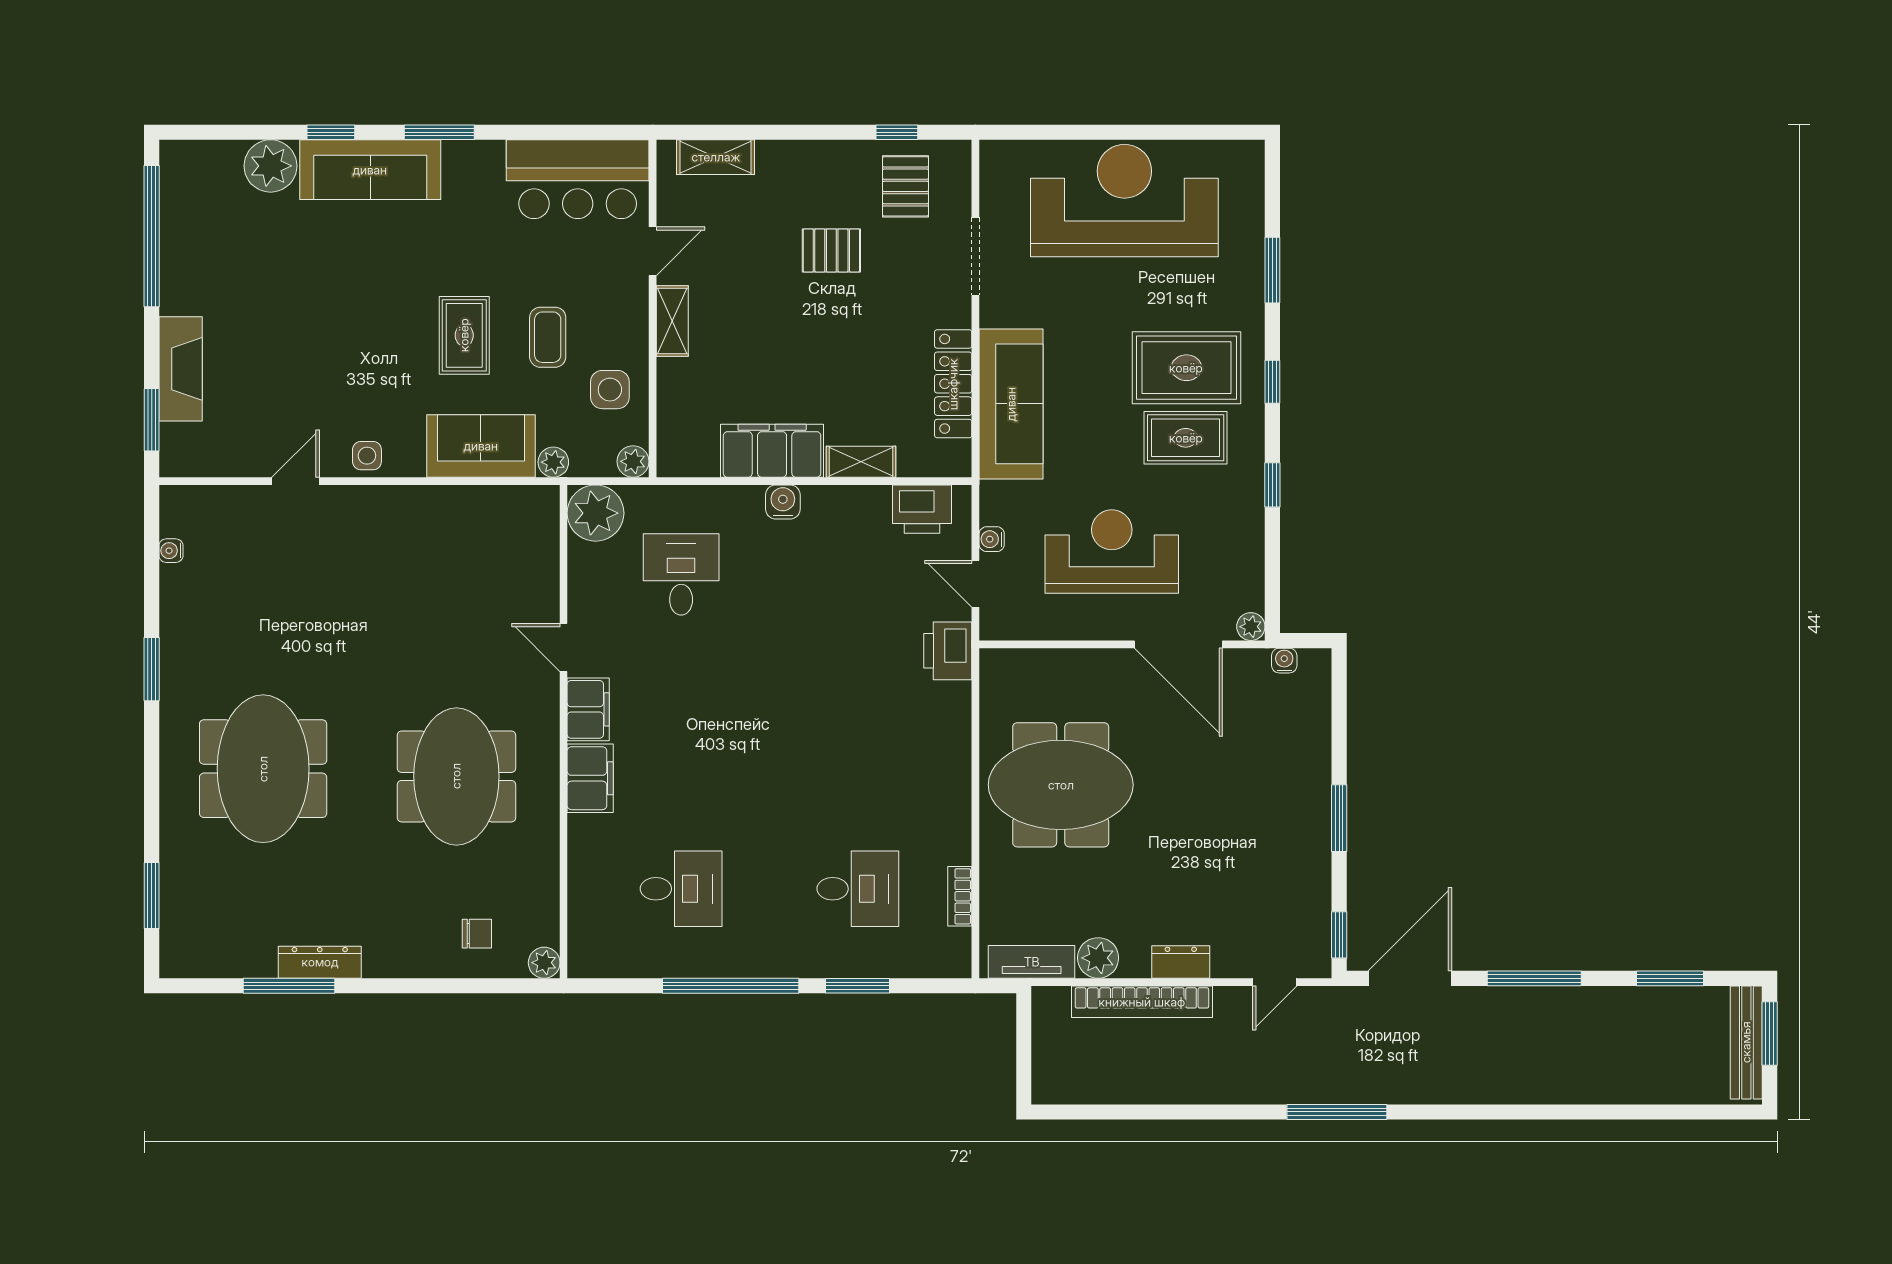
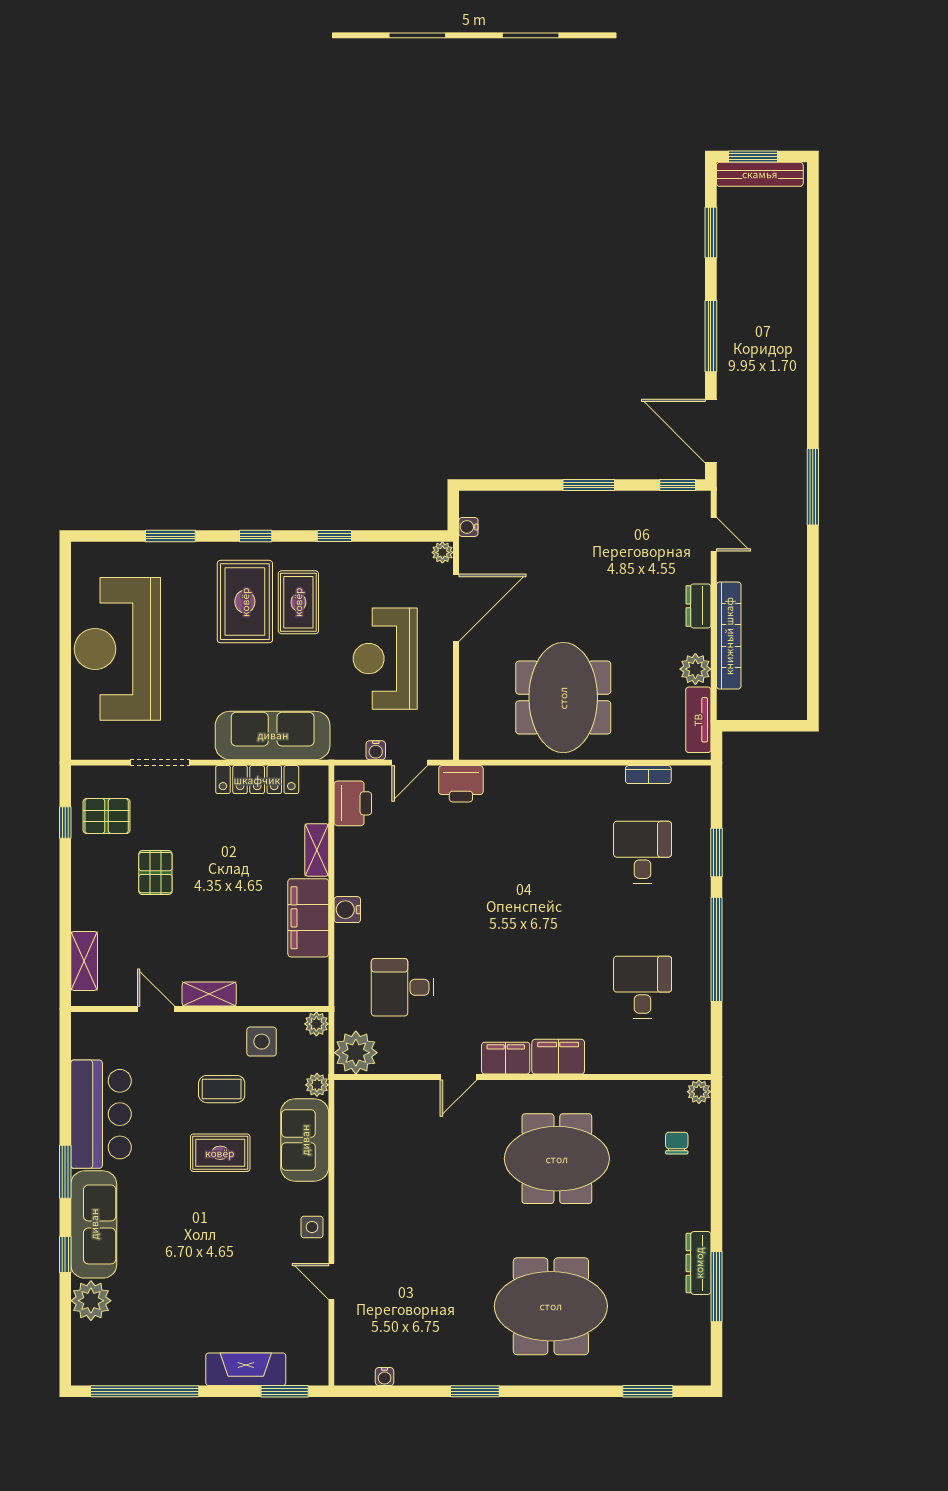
bar counter: (578, 179) -> (101, 1114), moved

